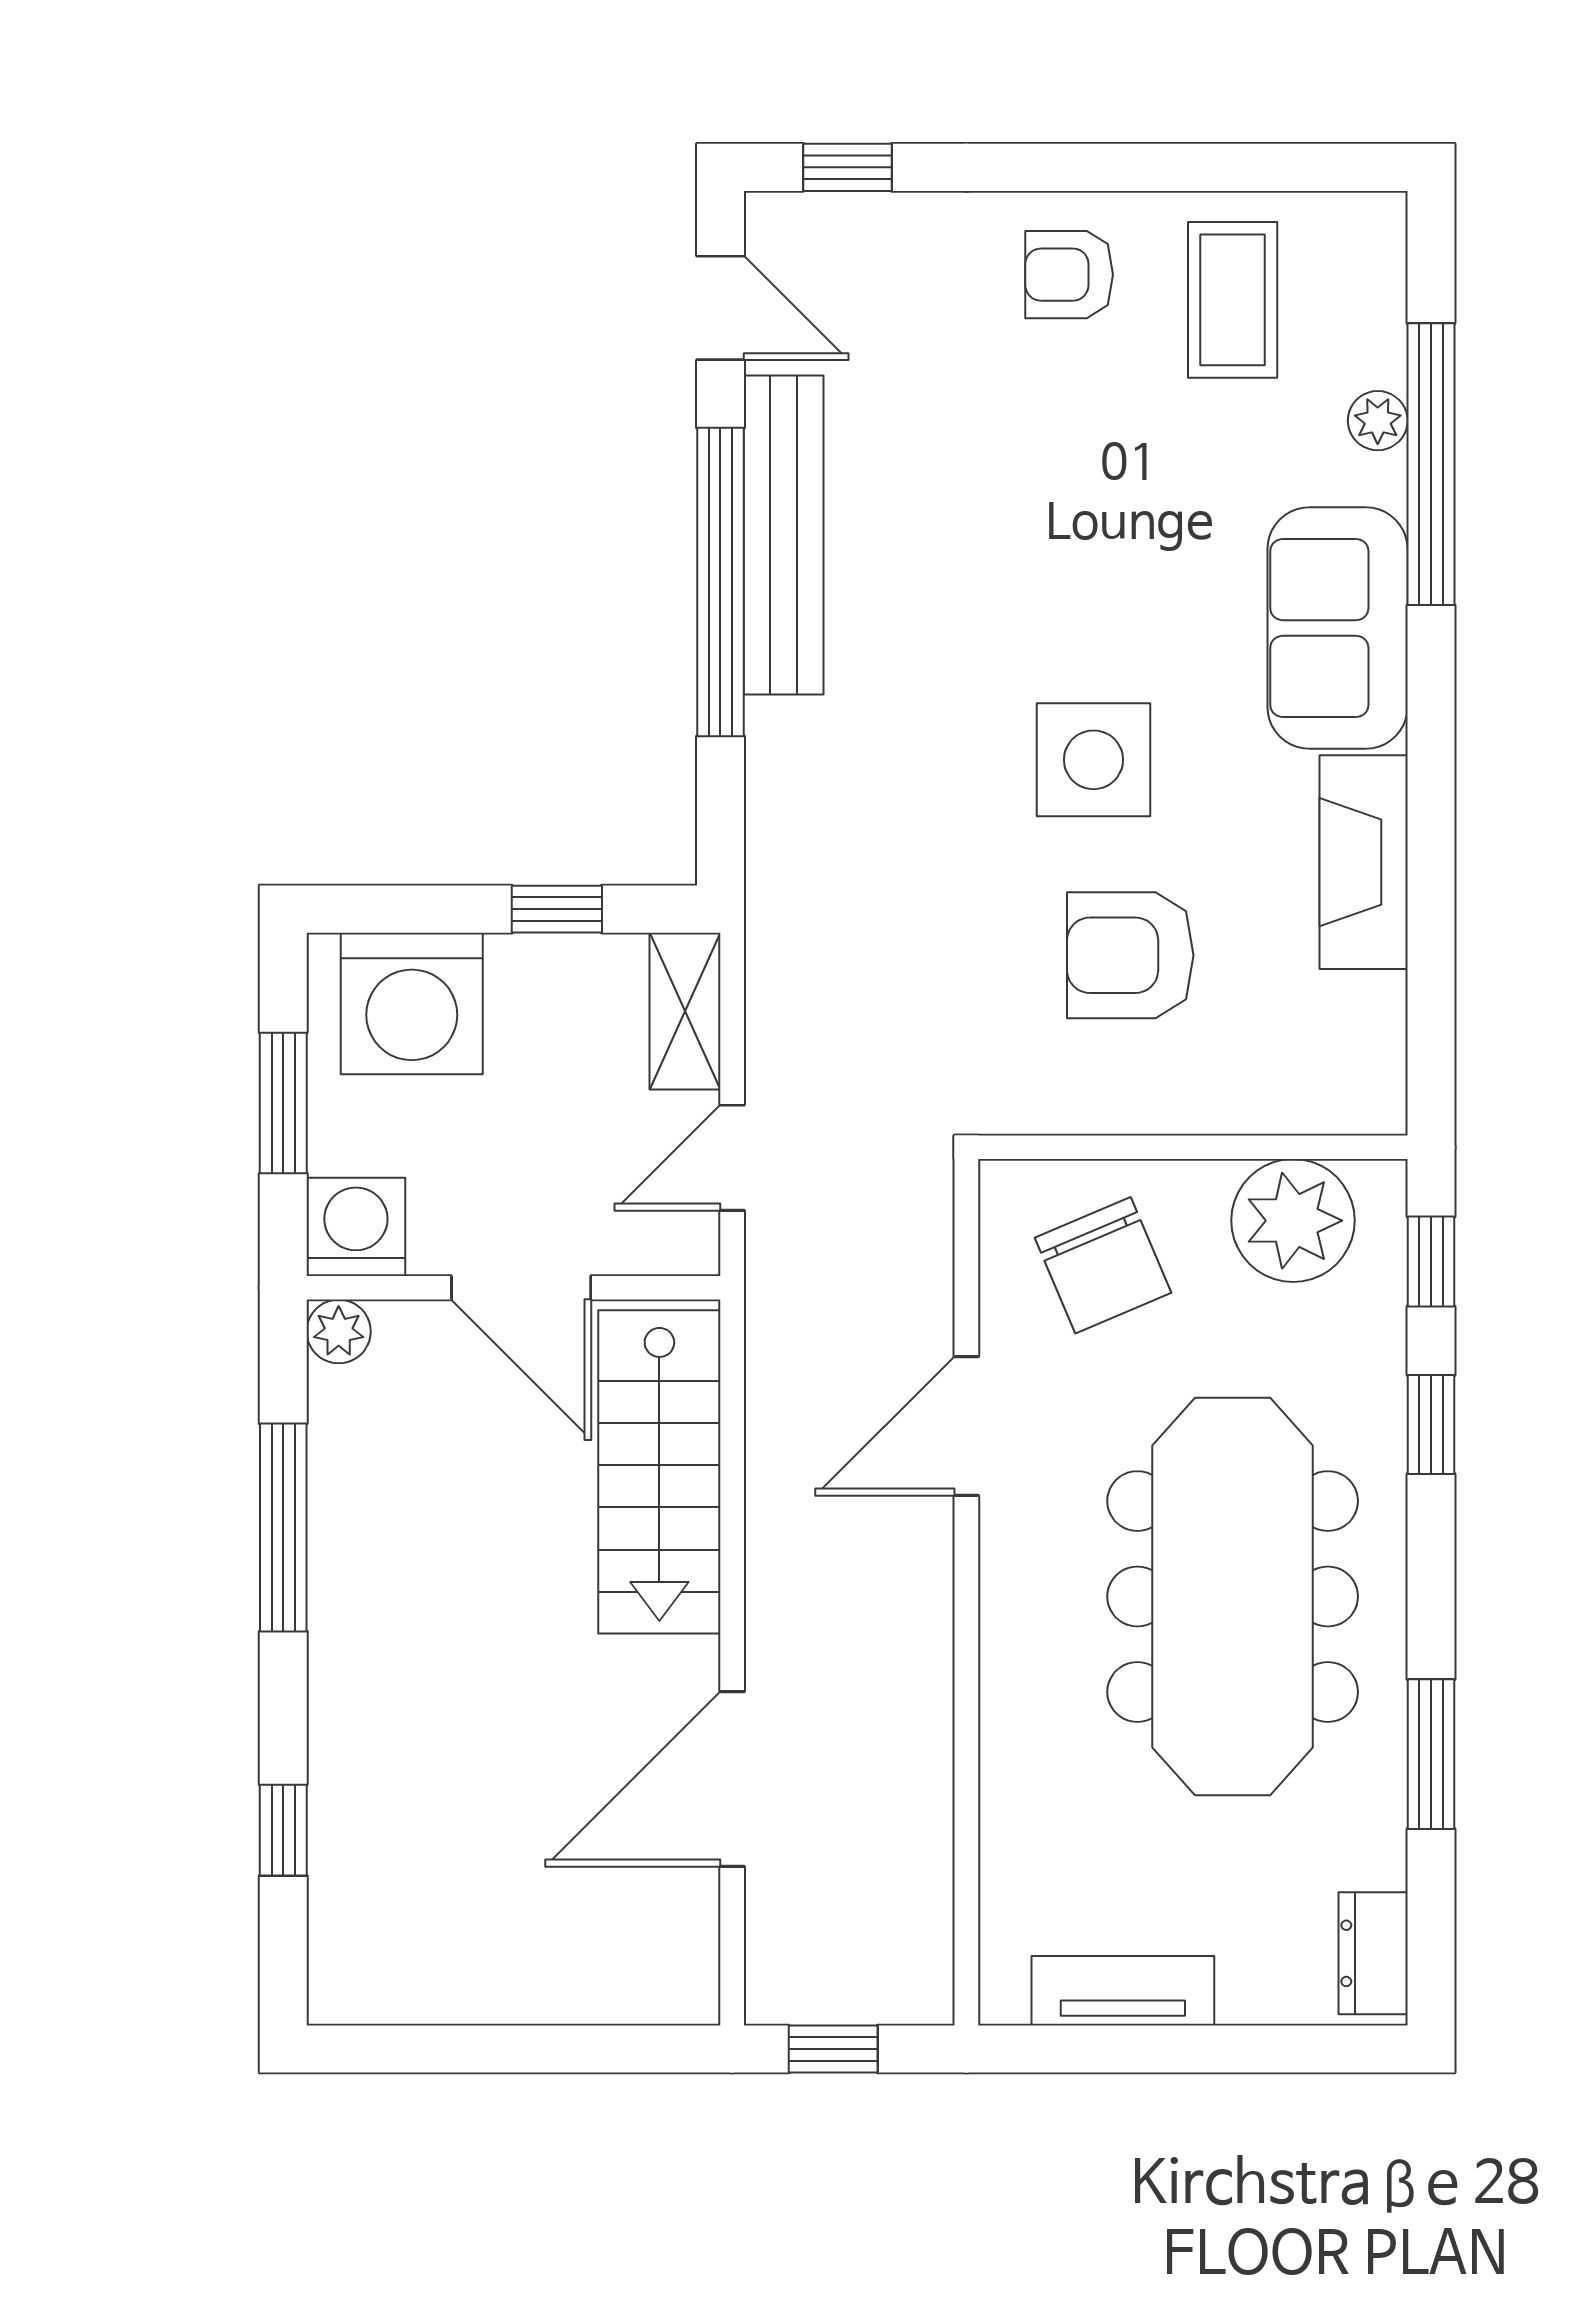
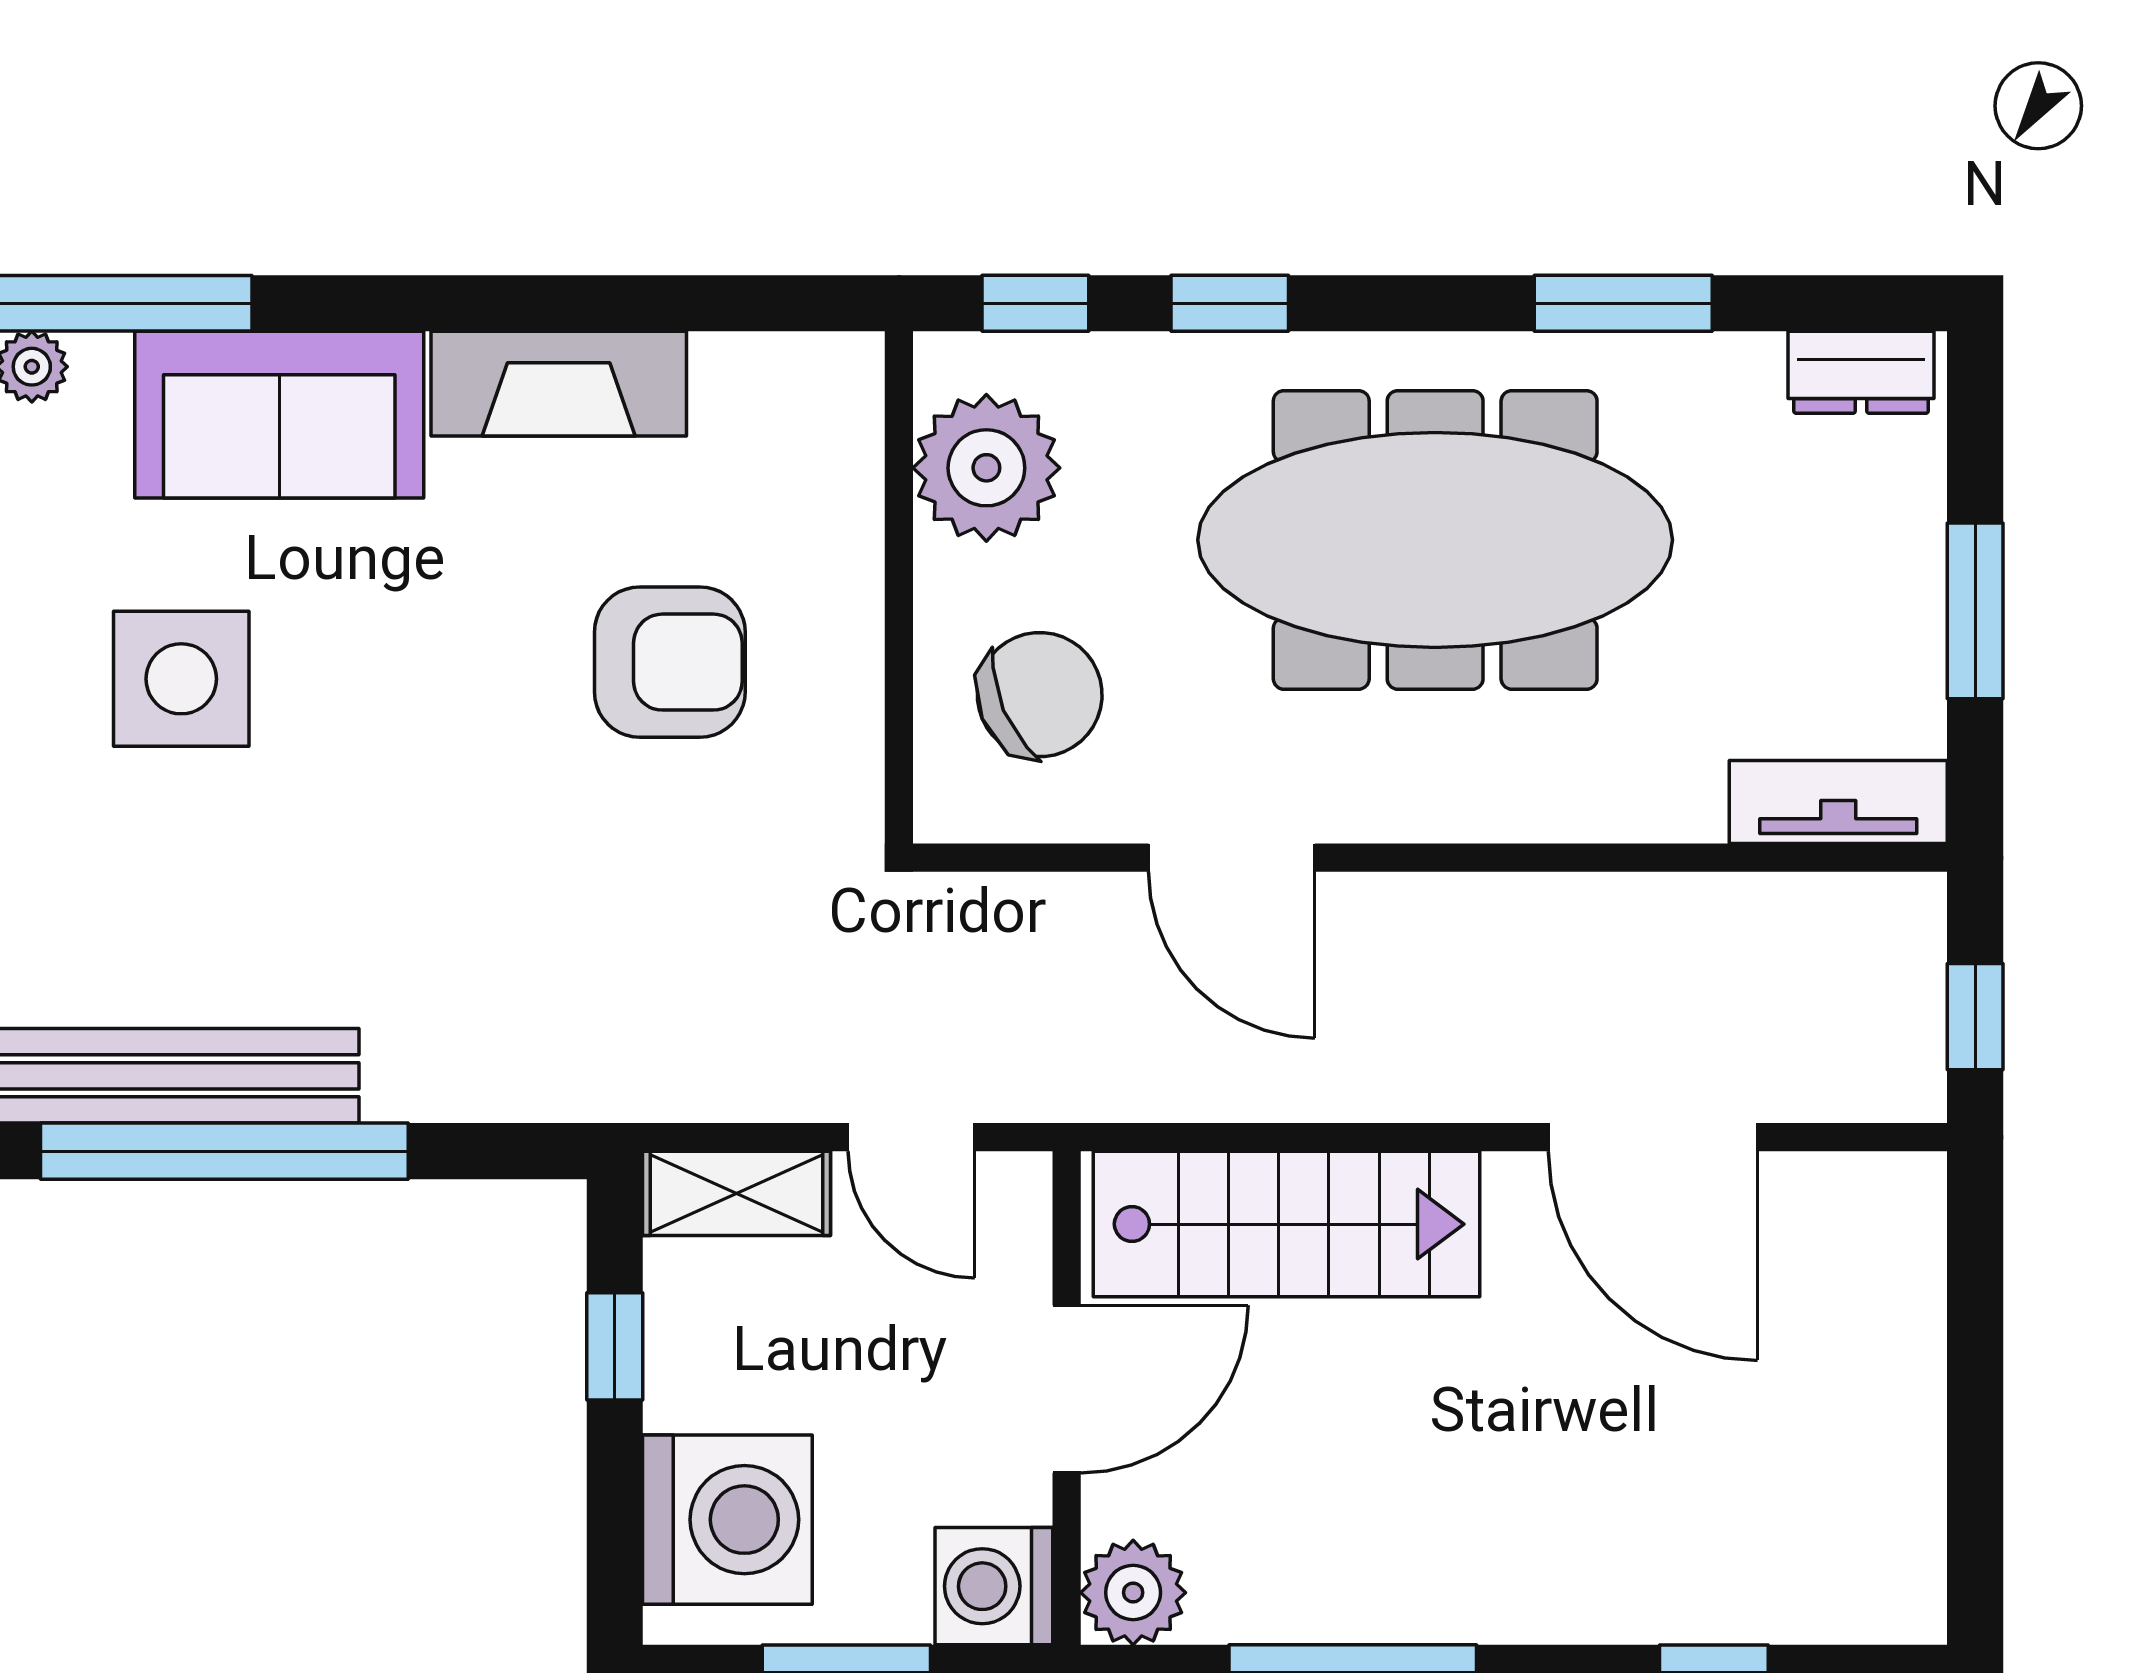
side table: (1093, 760) -> (181, 679), moved
armchair: (1130, 955) -> (670, 662), turned -90
plant: (339, 1331) -> (1133, 1593), width x1.38, depth x1.38
tv unit: (1123, 1991) -> (1838, 802), moved, turned 90
window: (1173, 2049) -> (1975, 611), added

